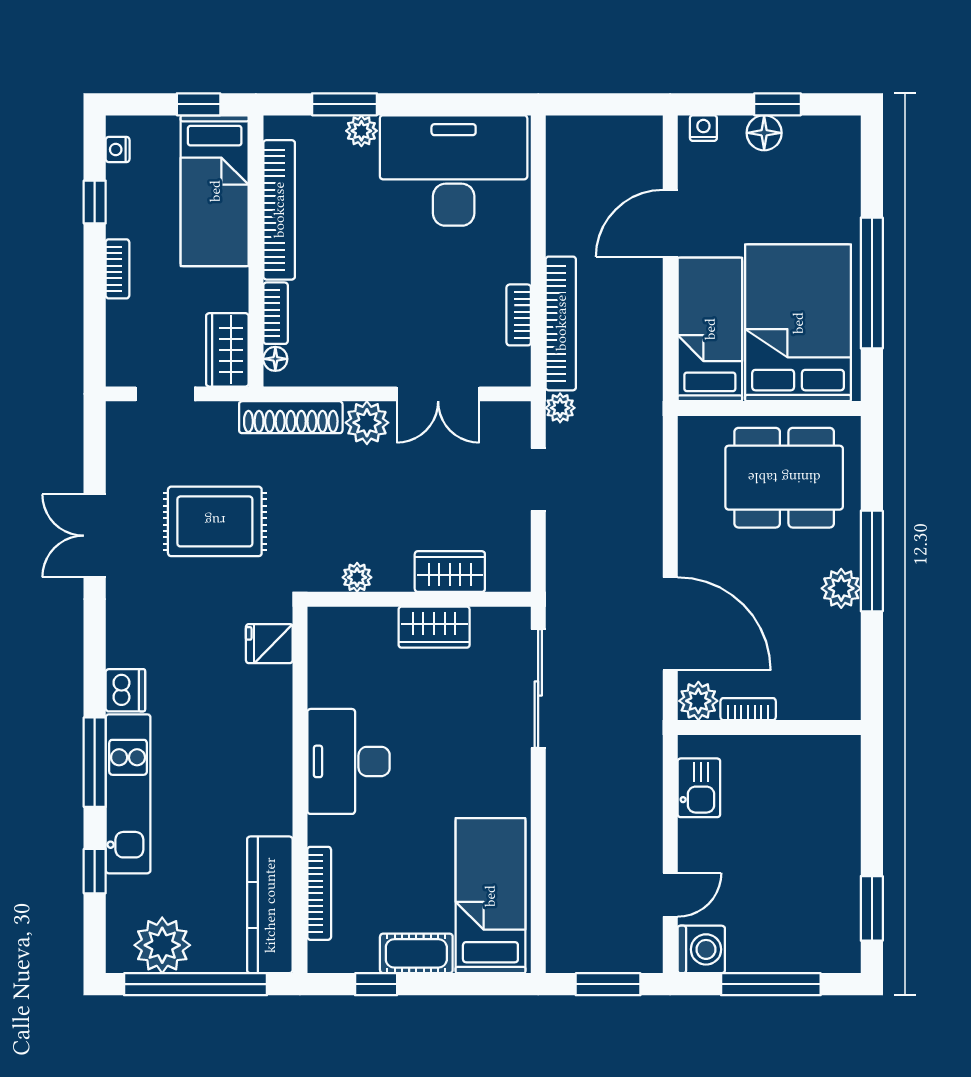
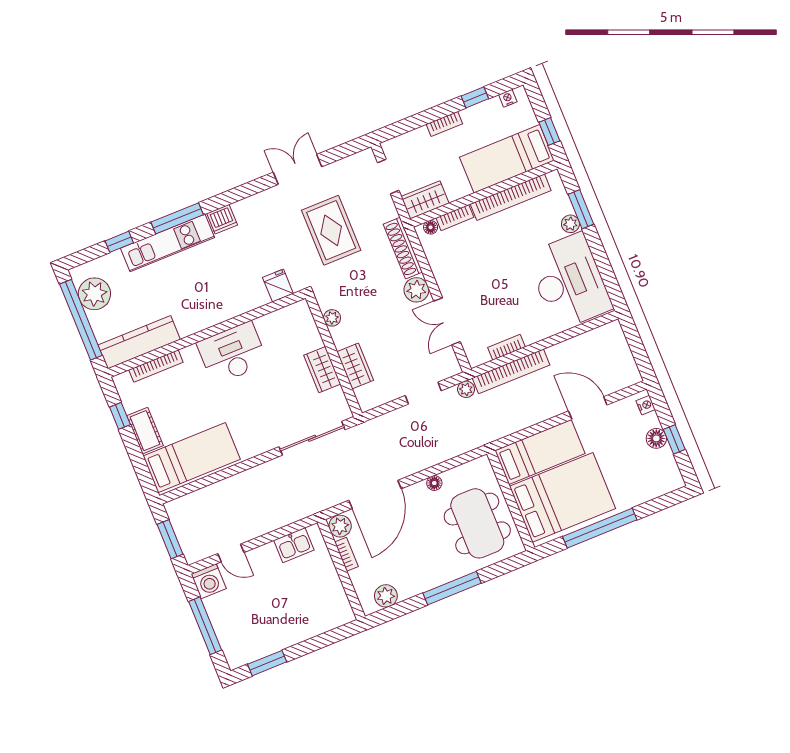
floor lamp: (691, 521) -> (434, 483), added
plant: (841, 588) -> (386, 596), moved

